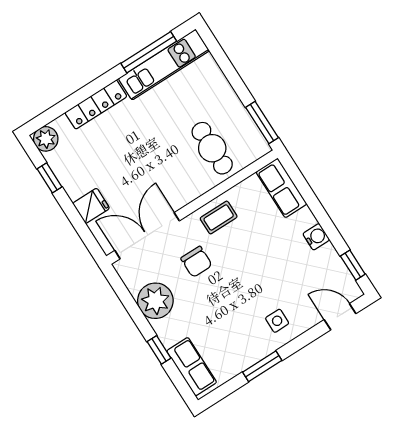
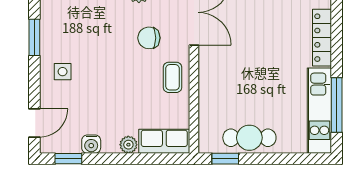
window: (262, 123) -> (225, 159), width x0.67
cafe table: (212, 148) -> (249, 138), moved
plant: (305, 219) -> (128, 145), added
water cooler: (316, 237) -> (91, 144), moved

